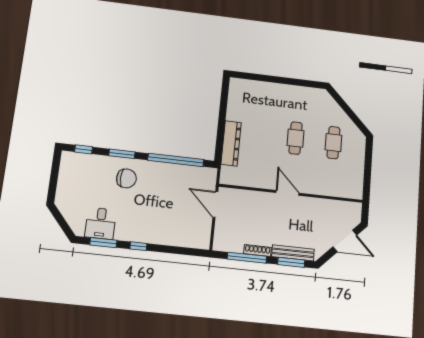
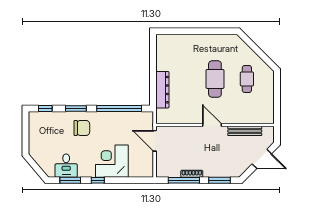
cafe table: (296, 138) -> (215, 79), width x1.37, depth x1.35
corner desk: (159, 224) -> (112, 161), added
bench: (293, 253) -> (245, 131), moved

